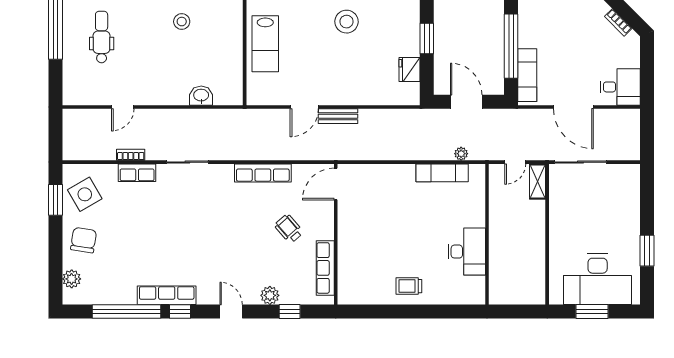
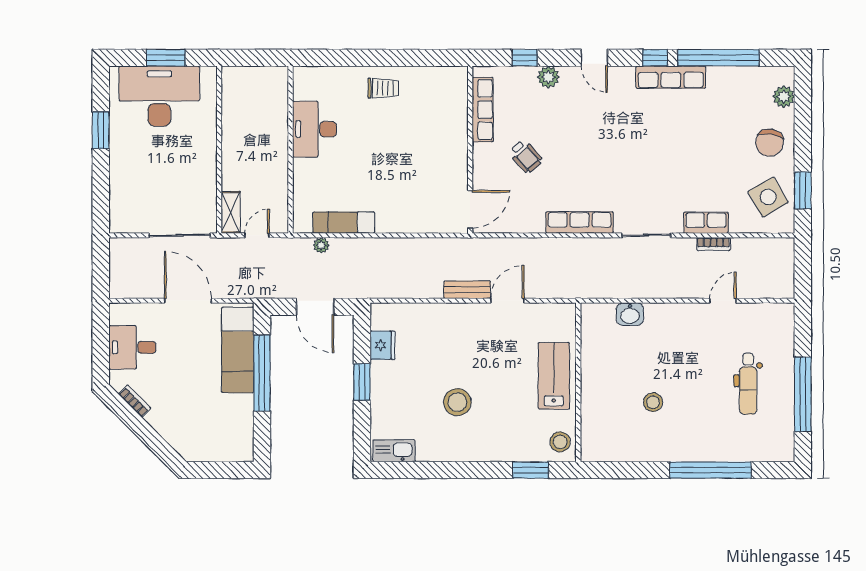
exam couch: (527, 75) -> (238, 350), width x1.36, depth x1.45
desk: (620, 87) -> (132, 347), moved
row of seats: (263, 173) -> (580, 222), moved

